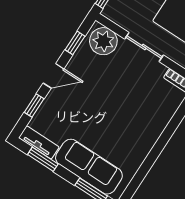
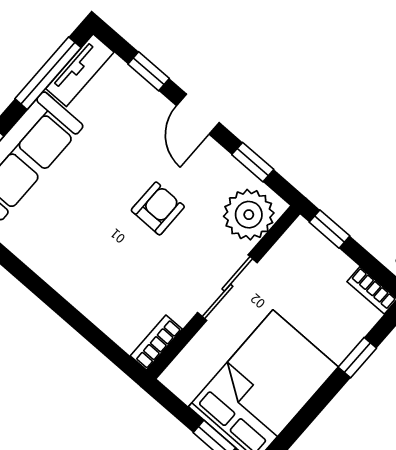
armchair: (107, 90) -> (158, 208), added
window: (43, 159) -> (48, 73), width x1.44

